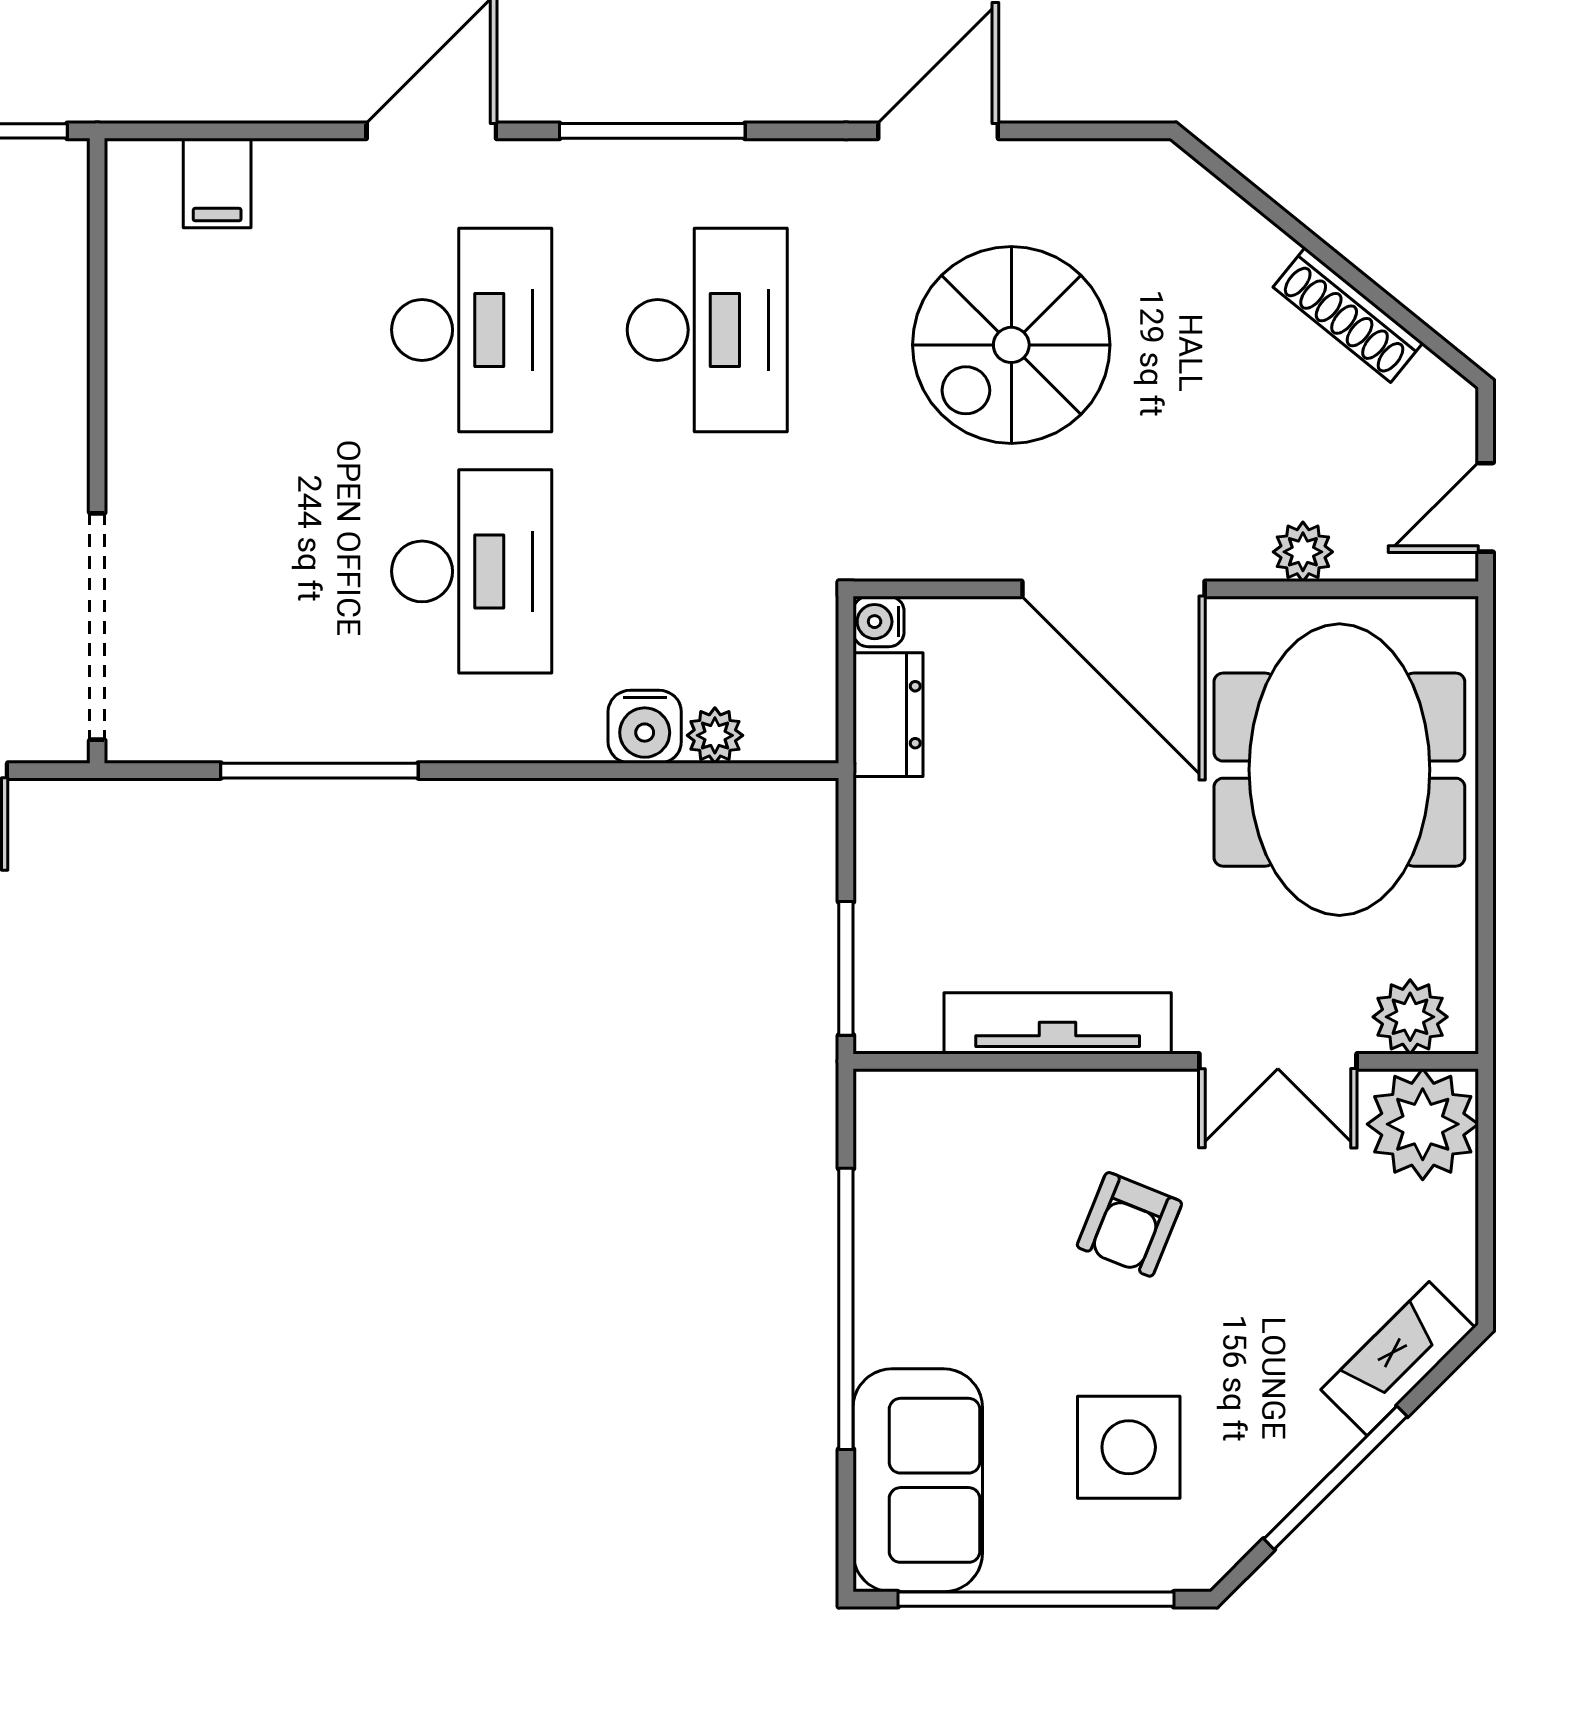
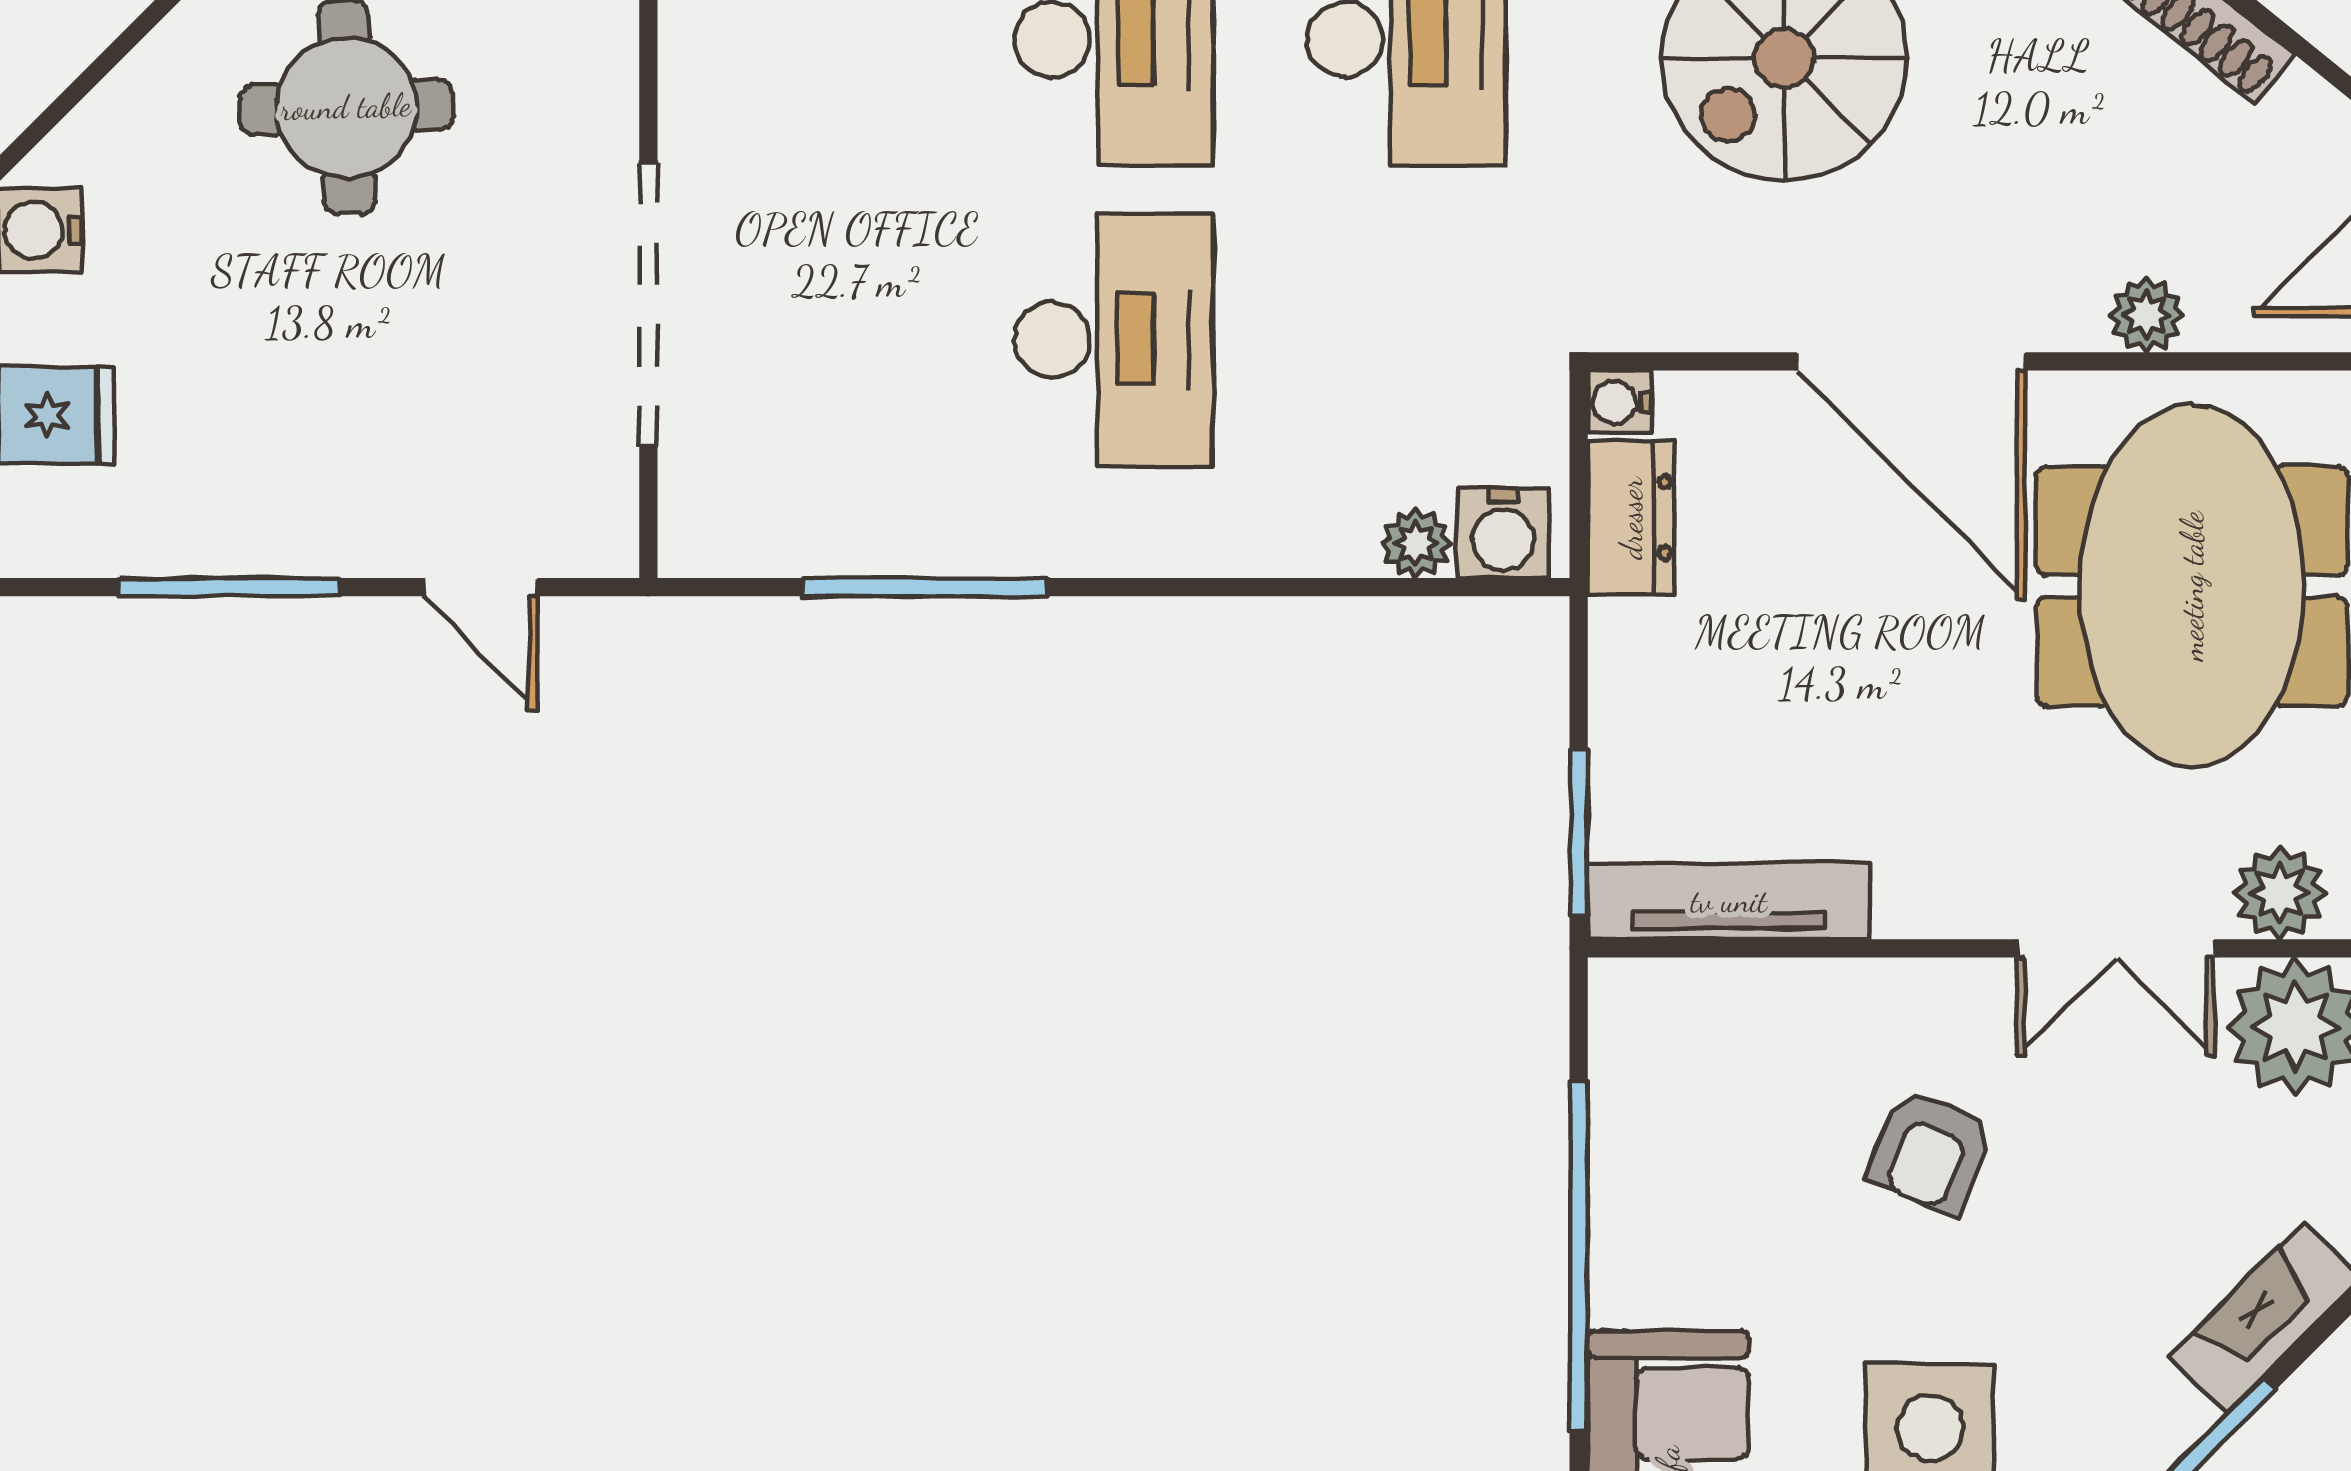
doorway: (97, 626) -> (648, 305), moved
water cooler: (645, 727) -> (1503, 533), moved
tv unit: (1058, 1023) -> (1729, 901), moved

